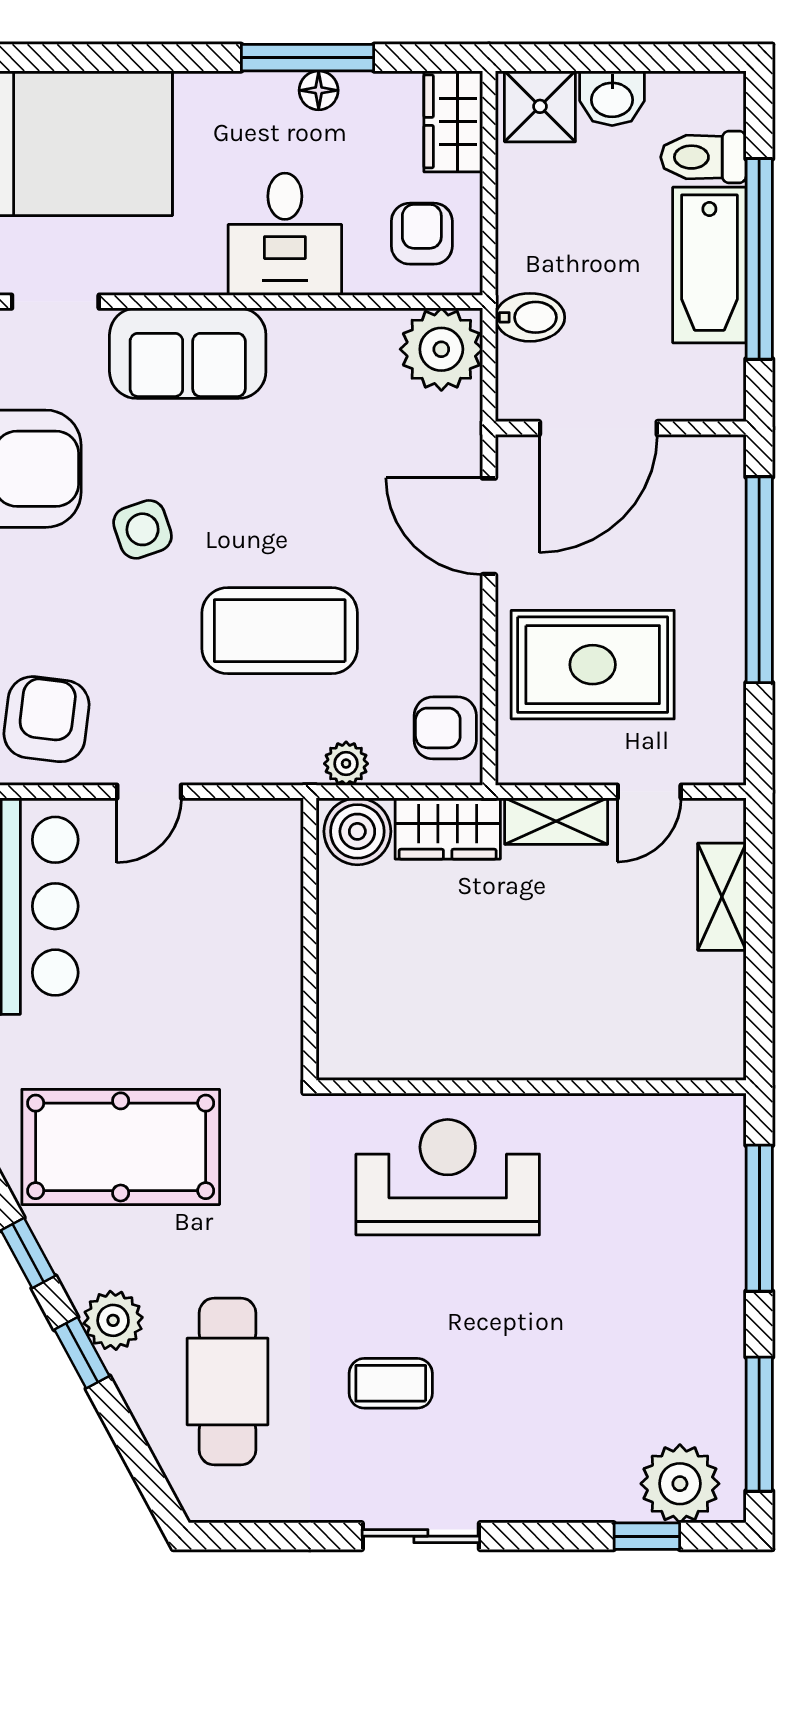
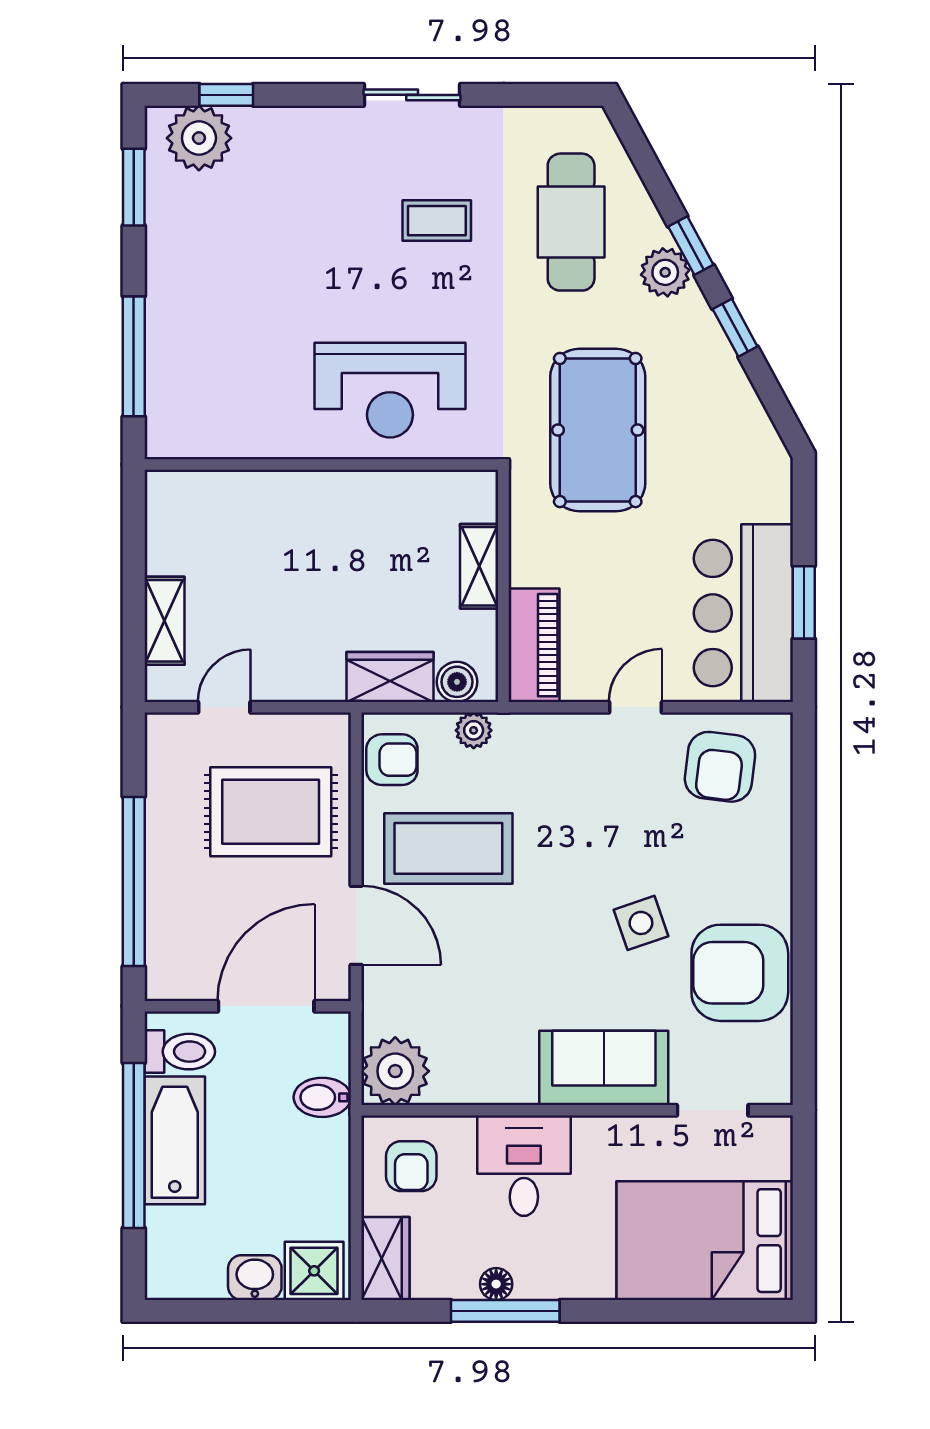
toilet: (703, 157) -> (180, 1052), moved
coffee table: (280, 631) -> (448, 848), moved
shelving: (556, 821) -> (479, 566), moved, turned 90
boiler: (357, 831) -> (457, 682), width x0.73, depth x0.73
piano: (273, 867) -> (534, 645), added
pool table: (121, 1147) -> (598, 430), moved, turned 90
window: (759, 1424) -> (134, 187), width x0.69

